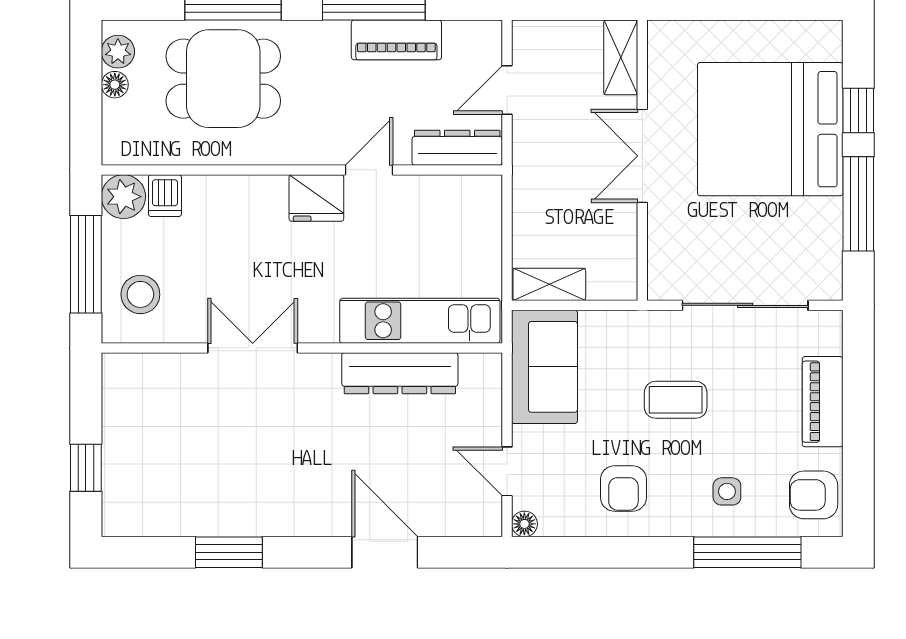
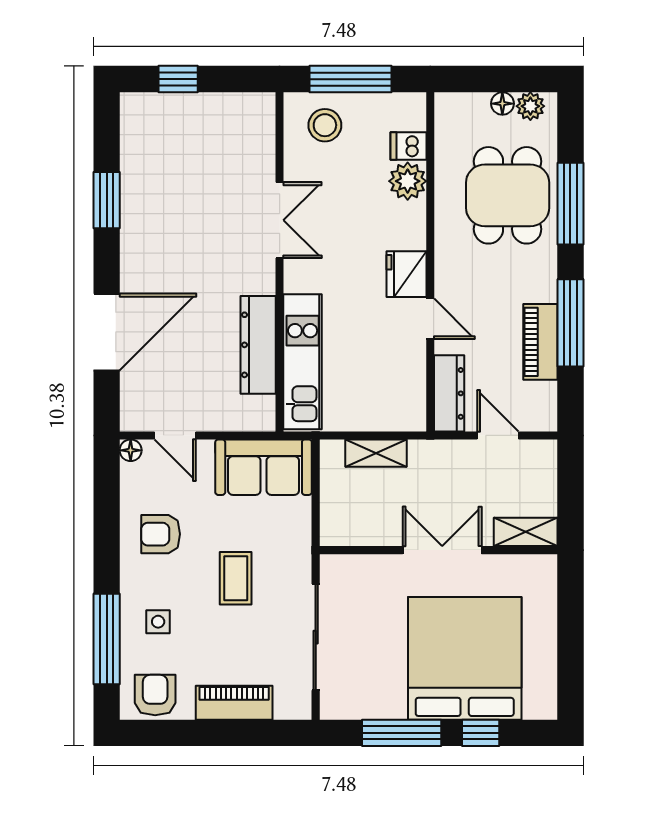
plant: (123, 197) -> (408, 181), moved
shelving: (549, 284) -> (376, 453), moved, turned 90
door: (507, 471) -> (175, 435), swing flipped
door: (385, 552) -> (107, 332), width x1.36

